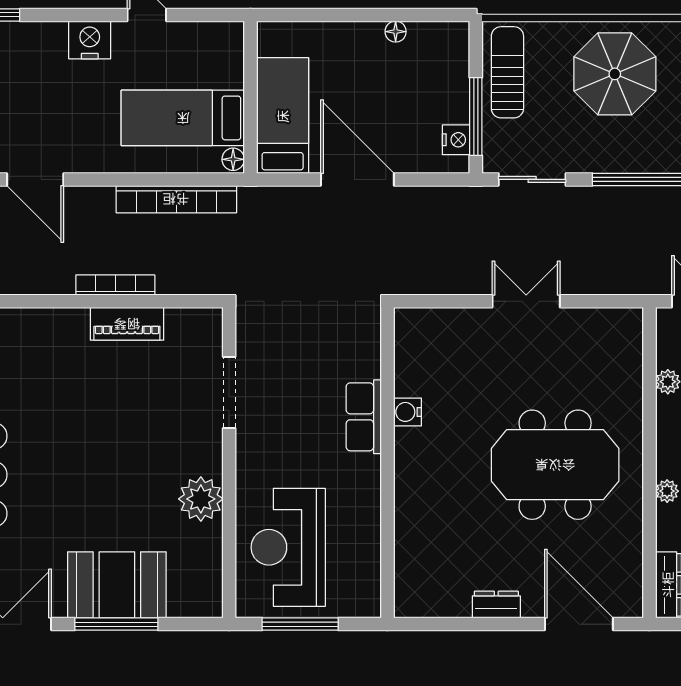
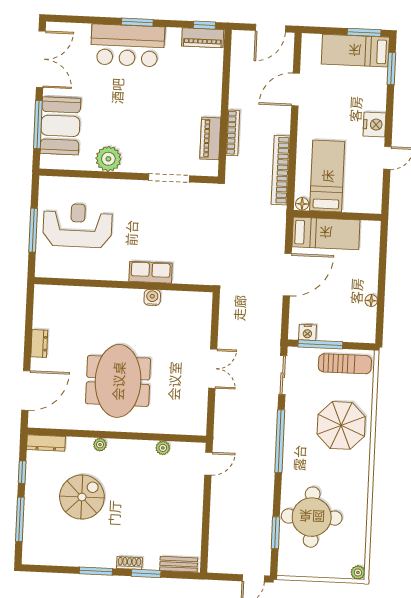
doorway: (229, 392) -> (169, 178), moved
wall: (229, 463) -> (129, 176), moved
plant: (201, 499) -> (108, 159), moved

